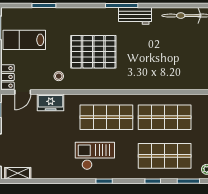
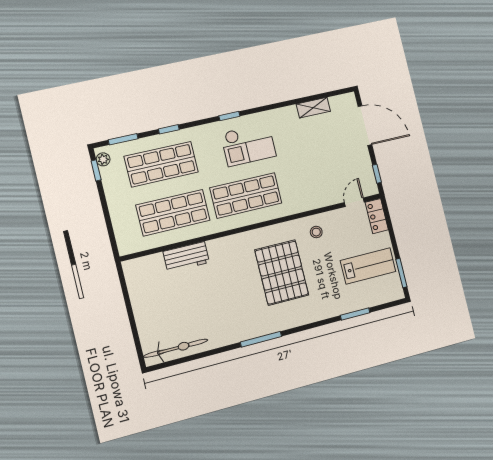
workbench: (135, 16) -> (186, 257), moved, turned 180
pallet: (93, 52) -> (282, 273), turned 90
freezer: (51, 102) -> (318, 197), removed
shelving: (18, 173) -> (313, 108), moved

